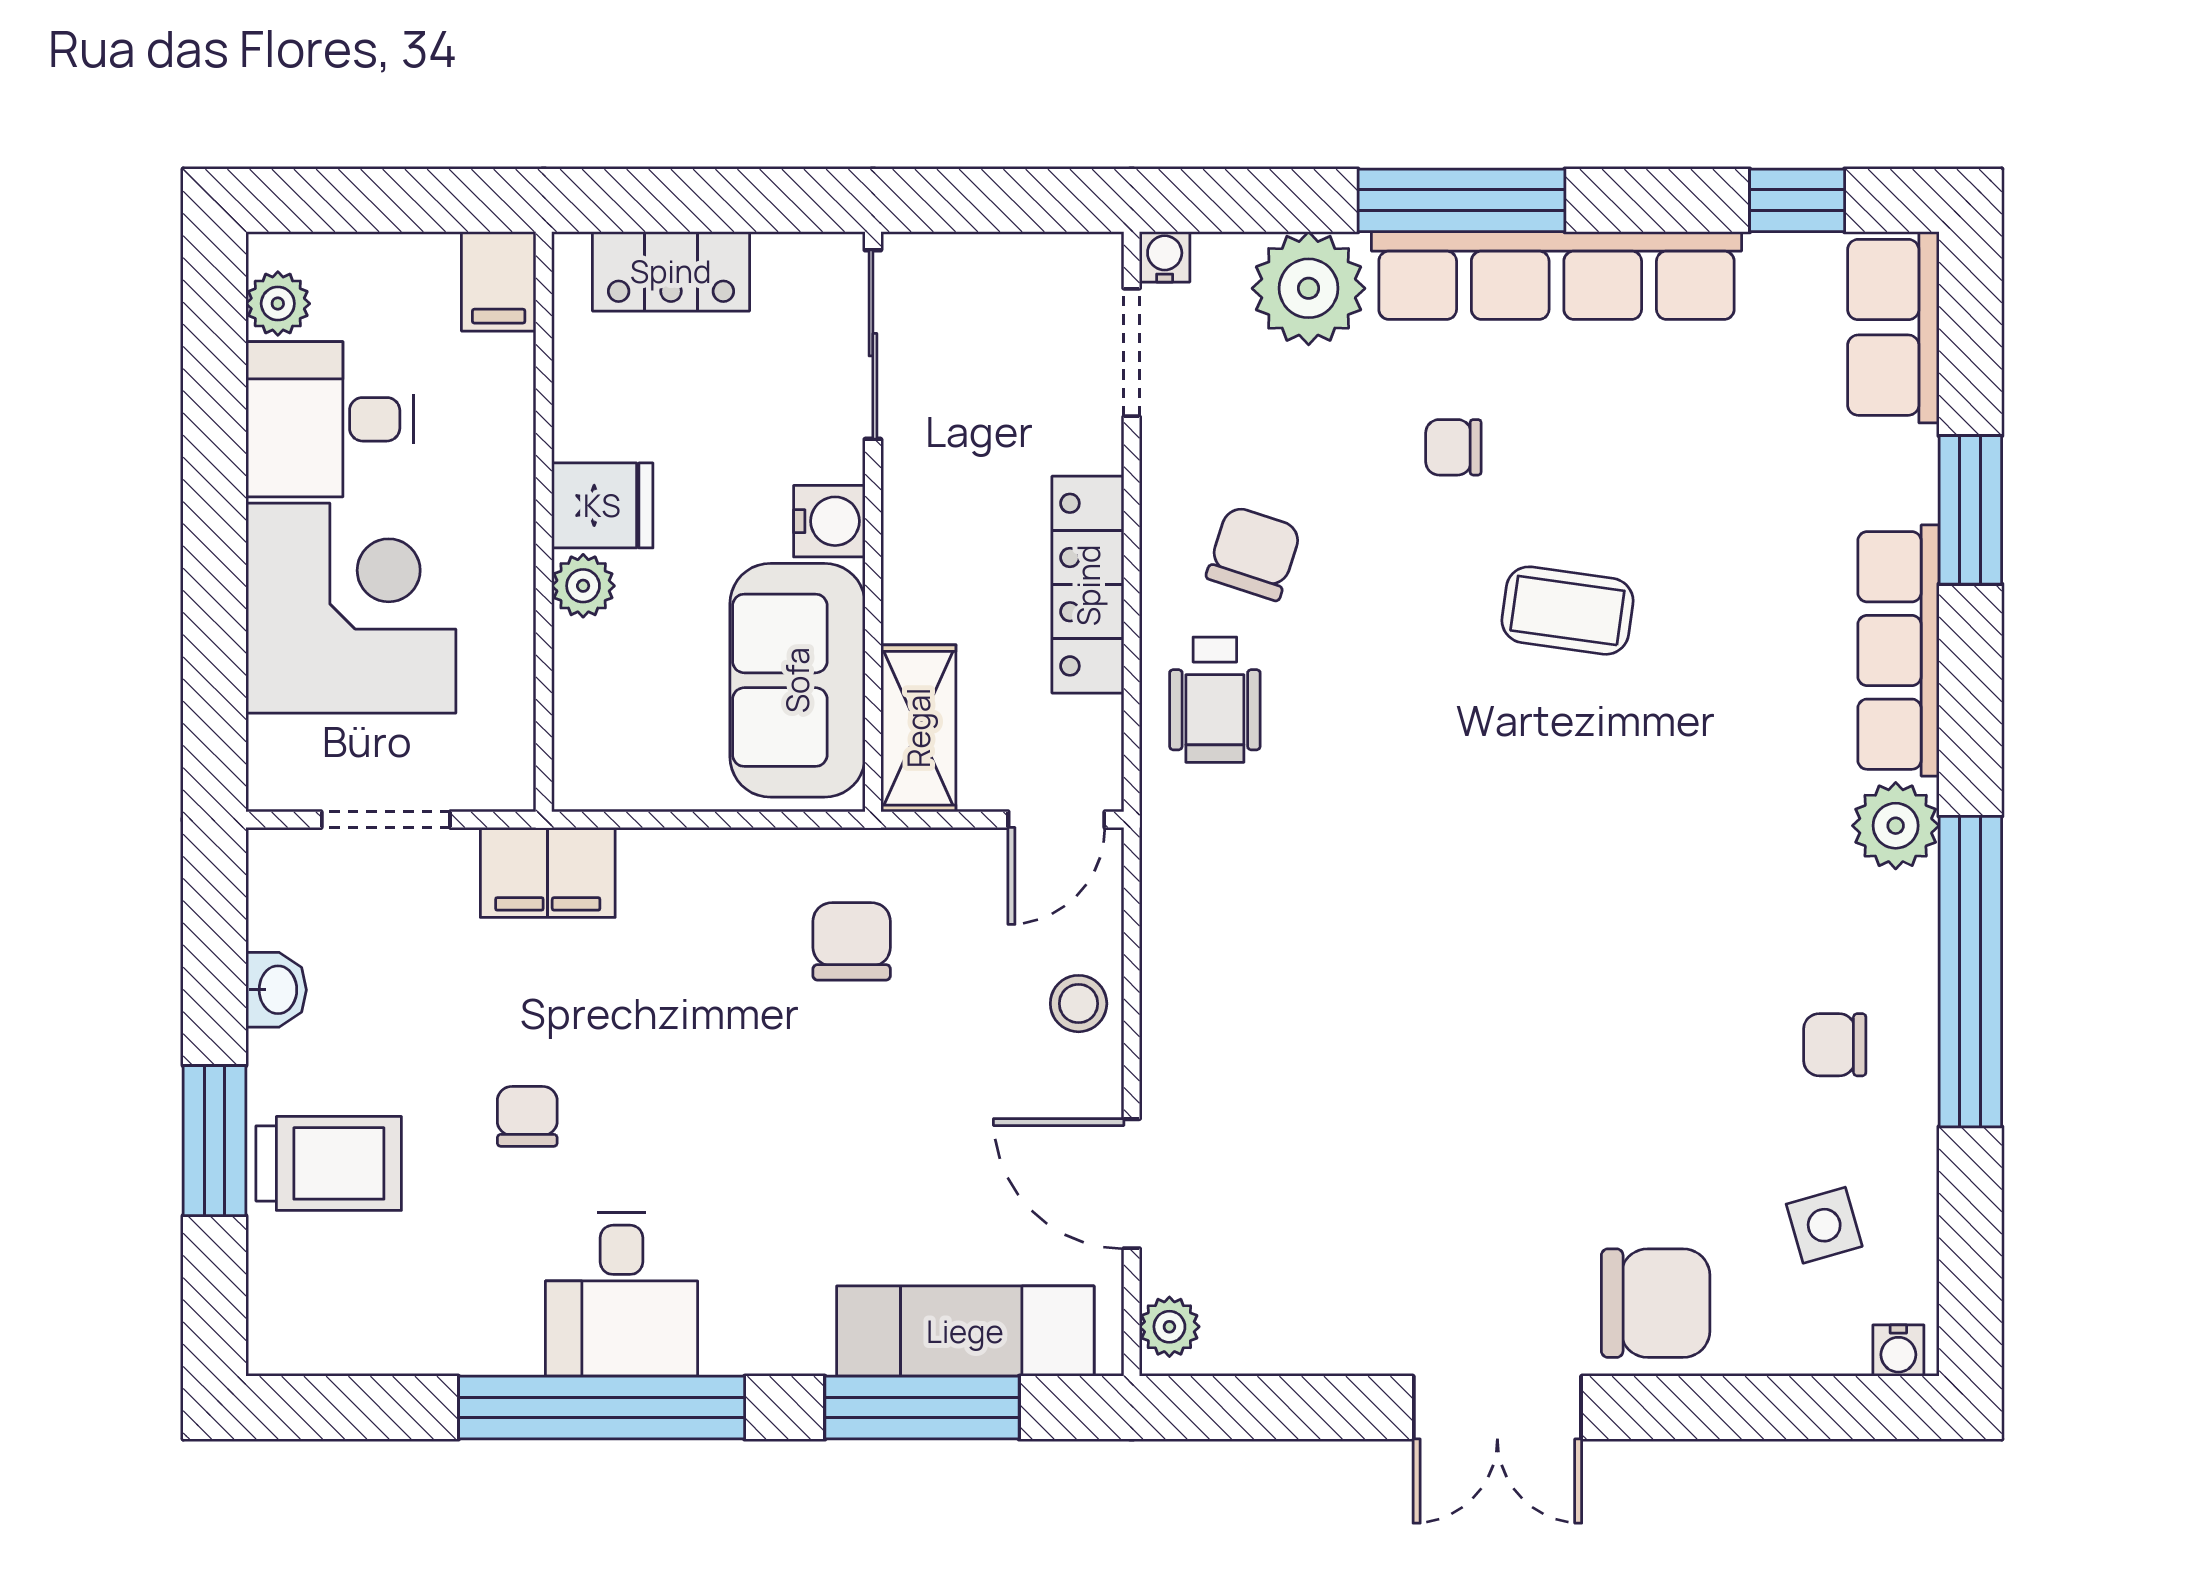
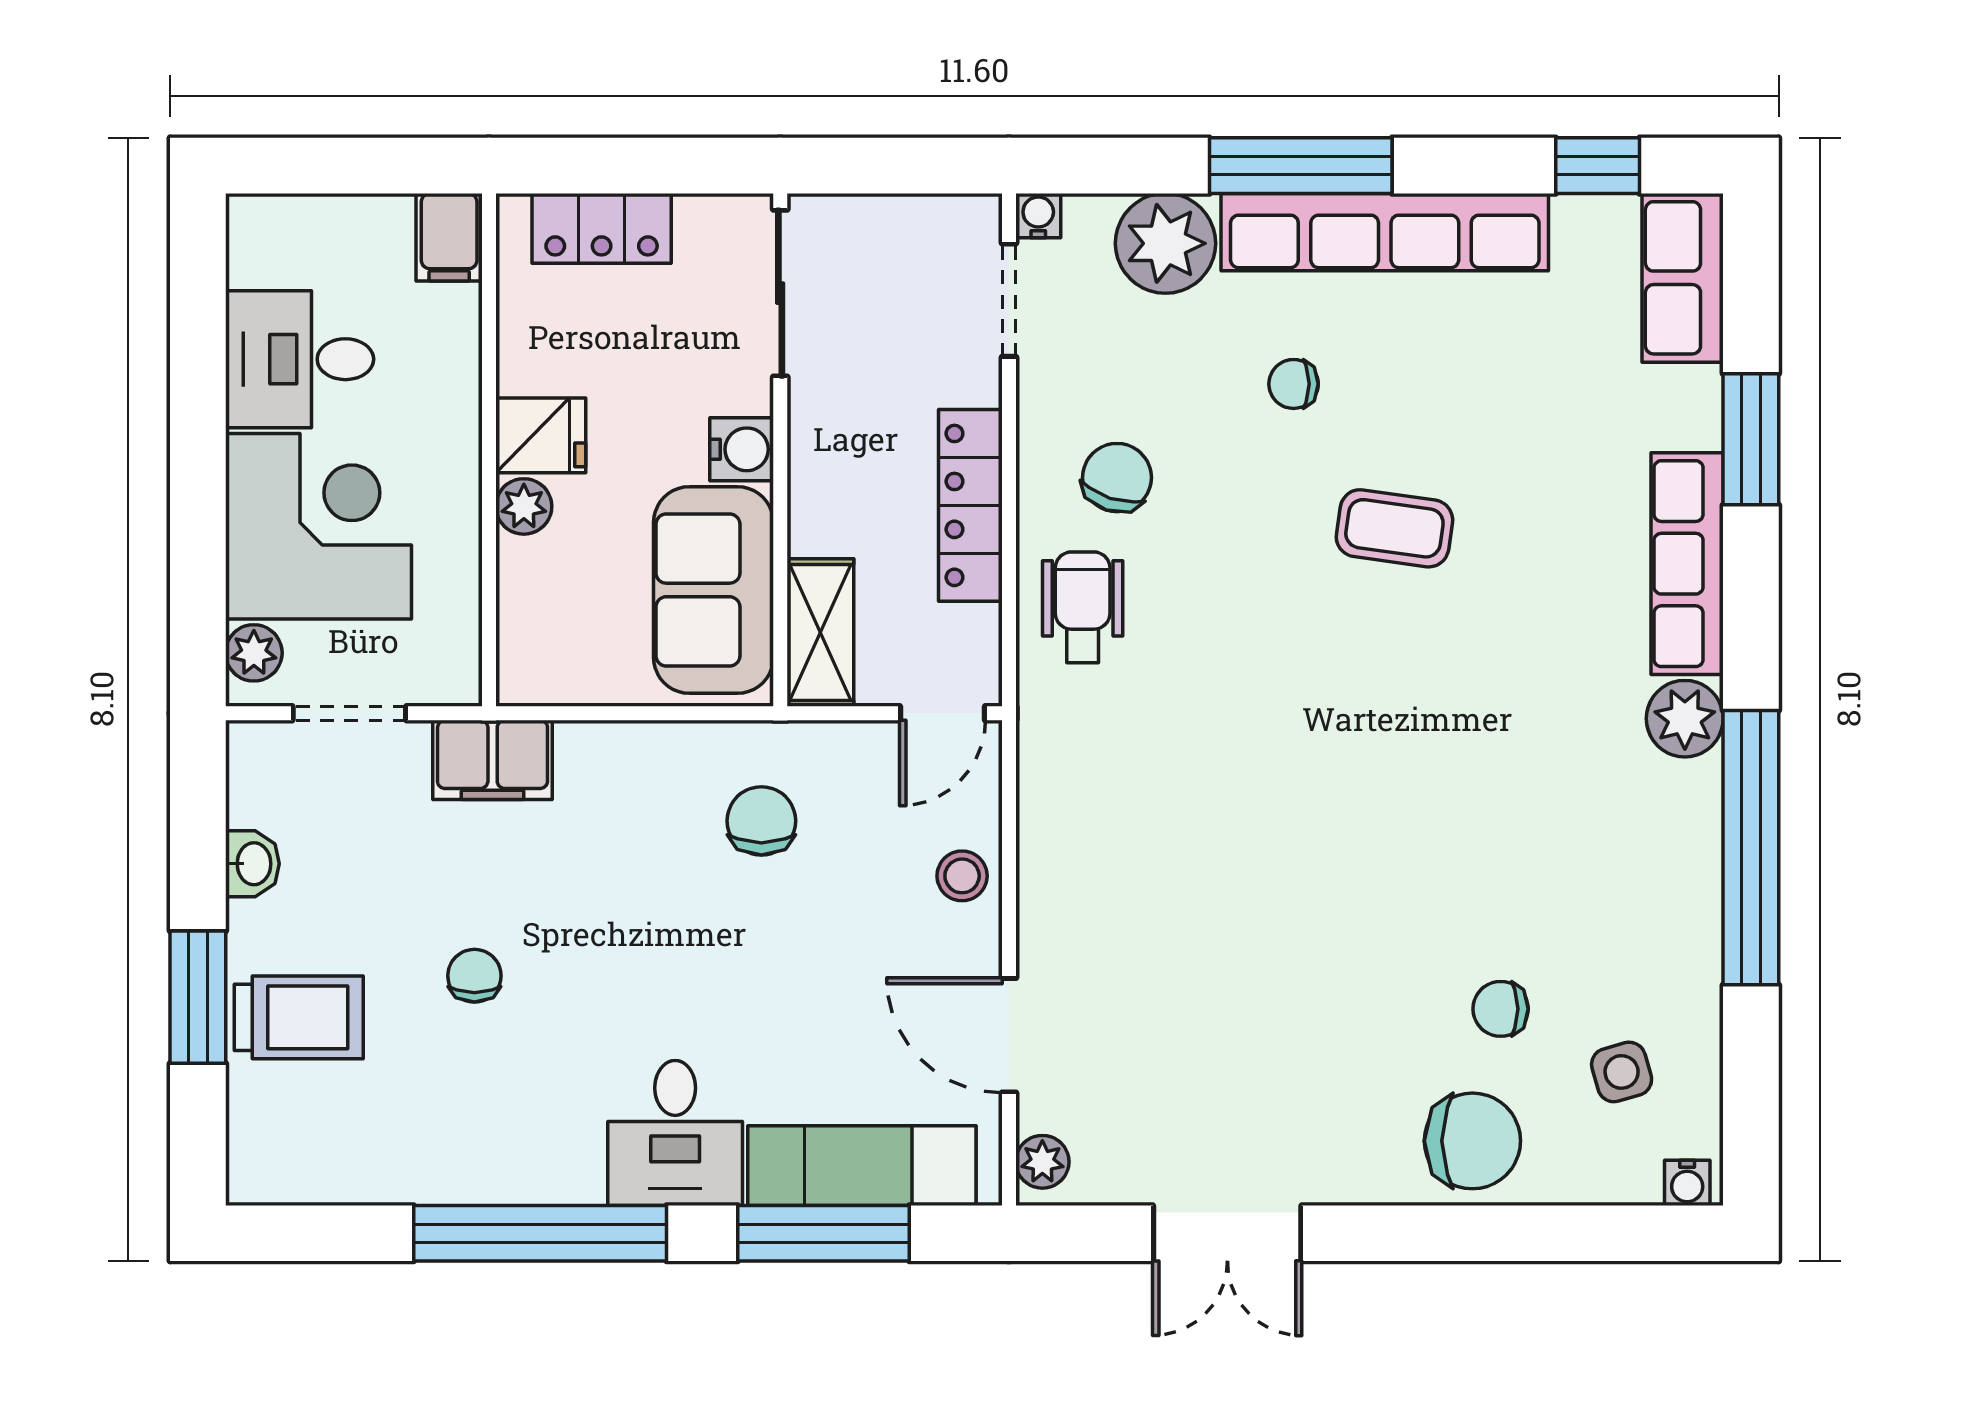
plant: (278, 304) -> (254, 653), moved
wheelchair: (1215, 700) -> (1083, 607), turned 180
chair: (1835, 1045) -> (1501, 1009), moved
desk: (622, 1294) -> (675, 1133), moved
double door: (1497, 1408) -> (1227, 1233), moved

